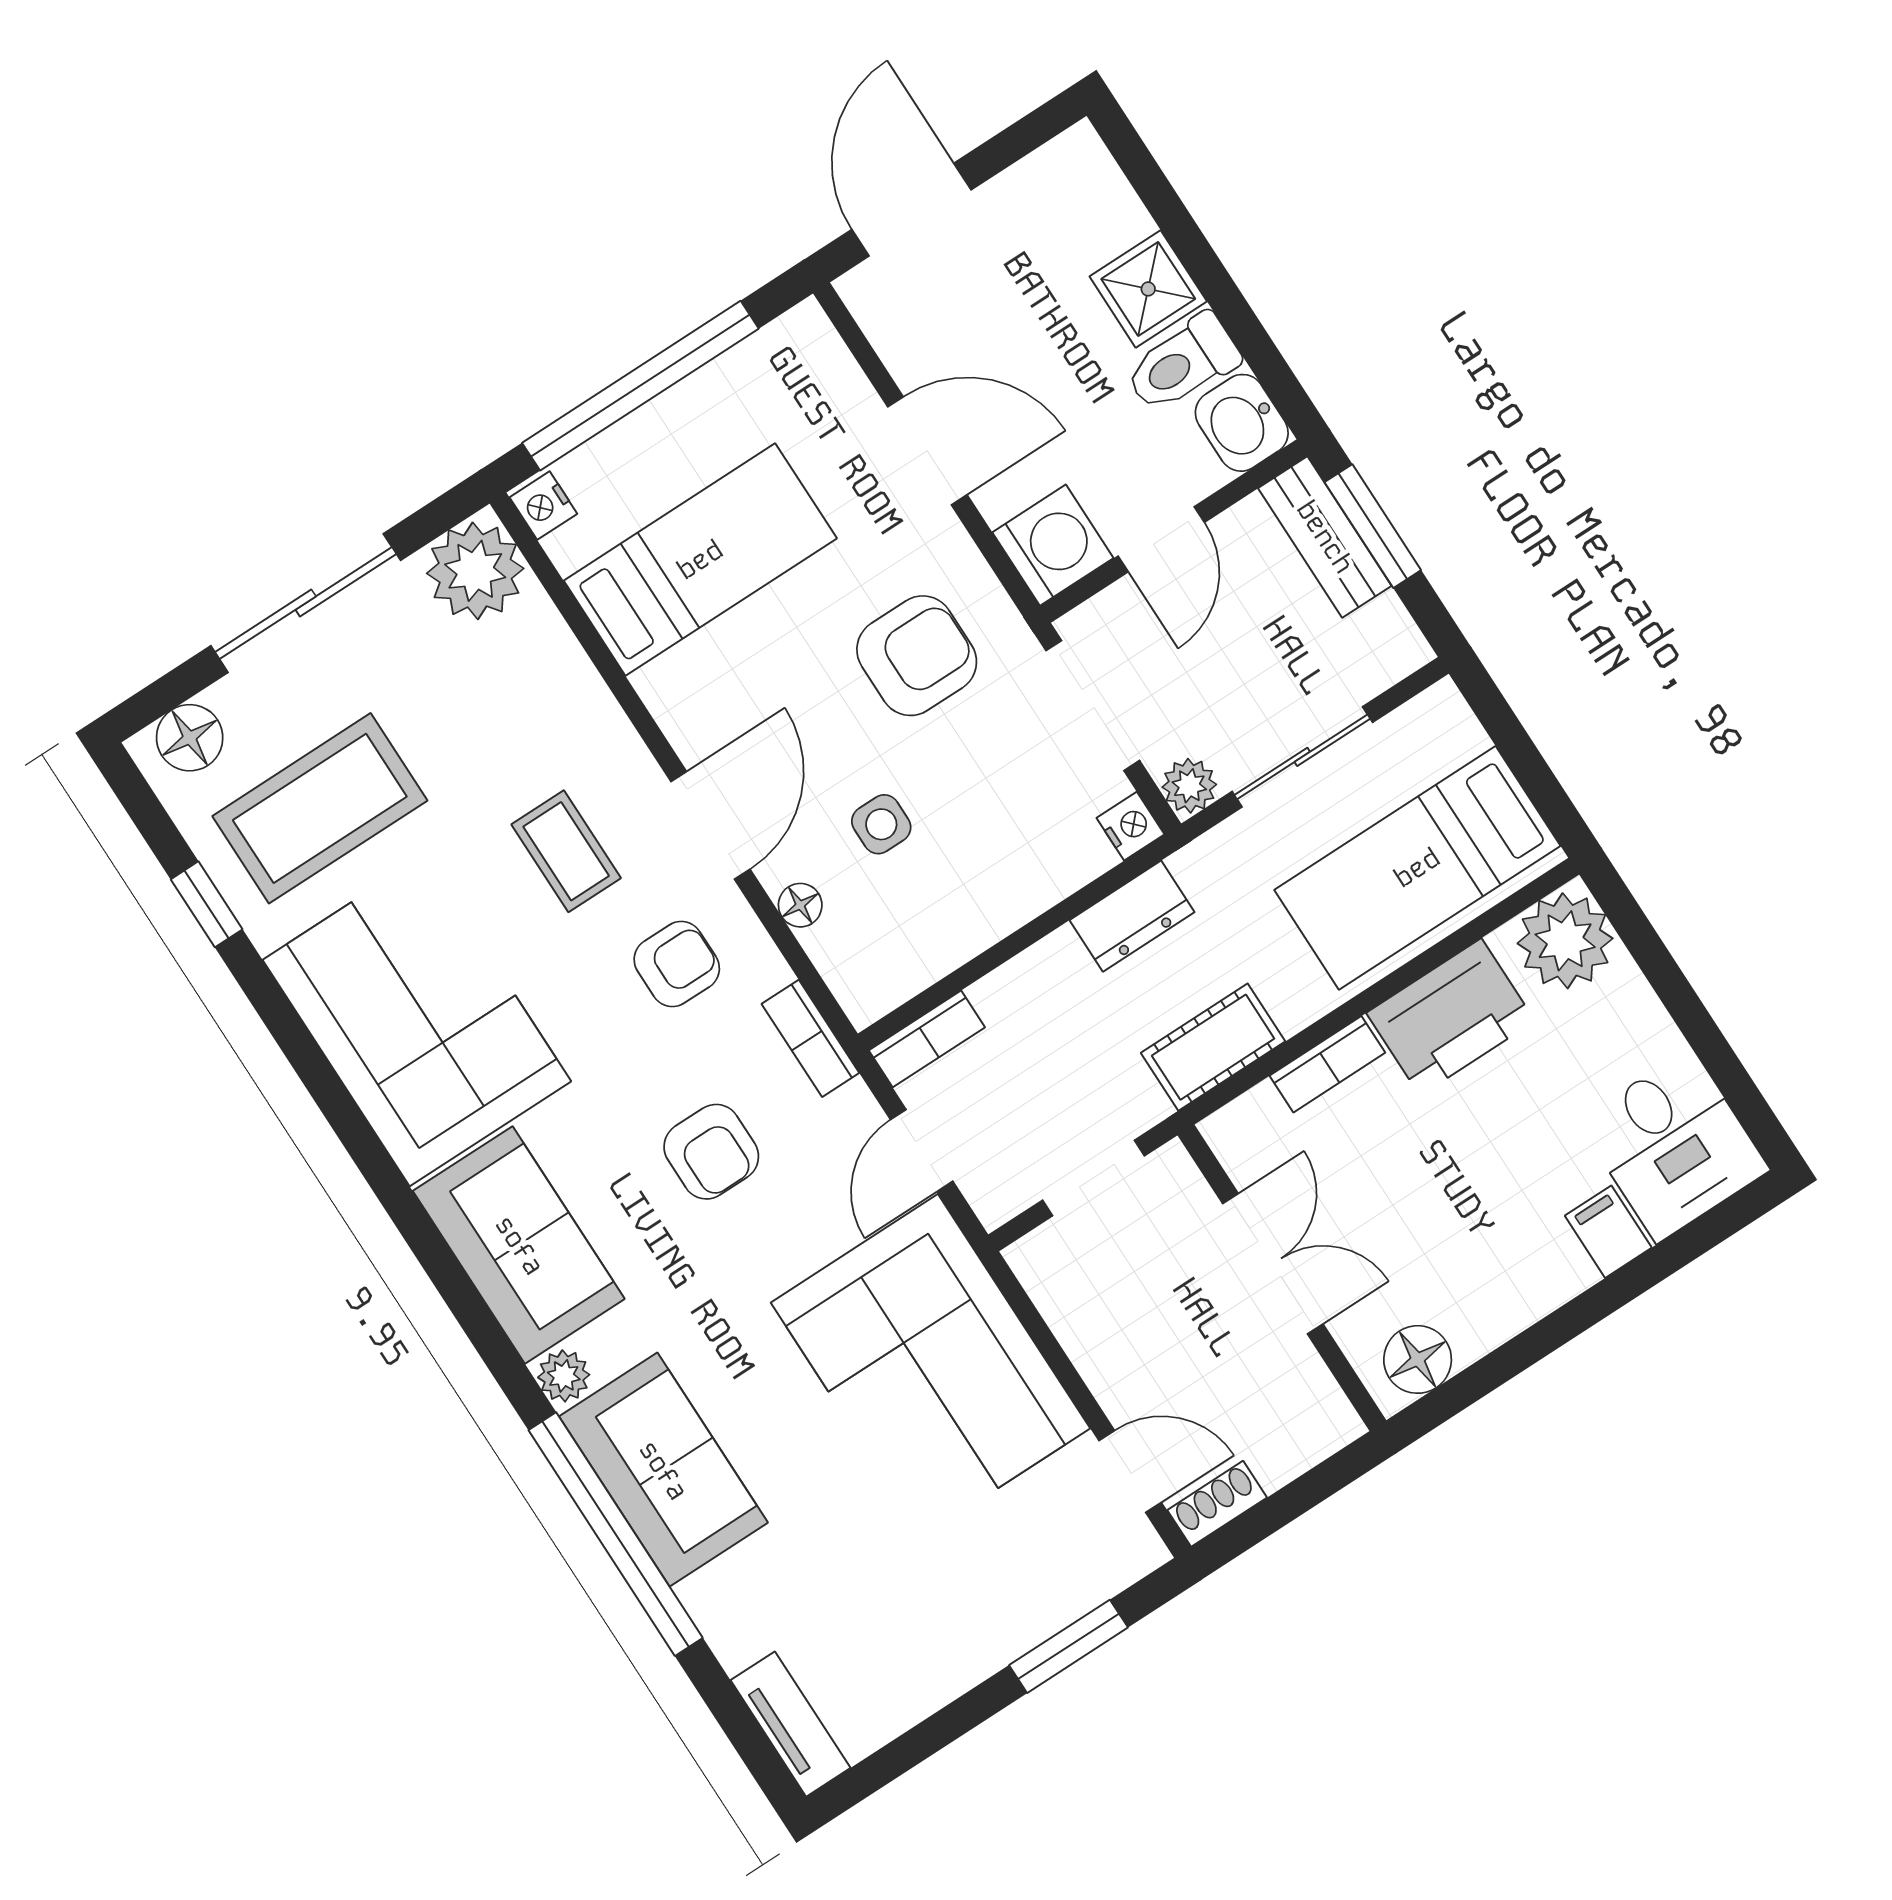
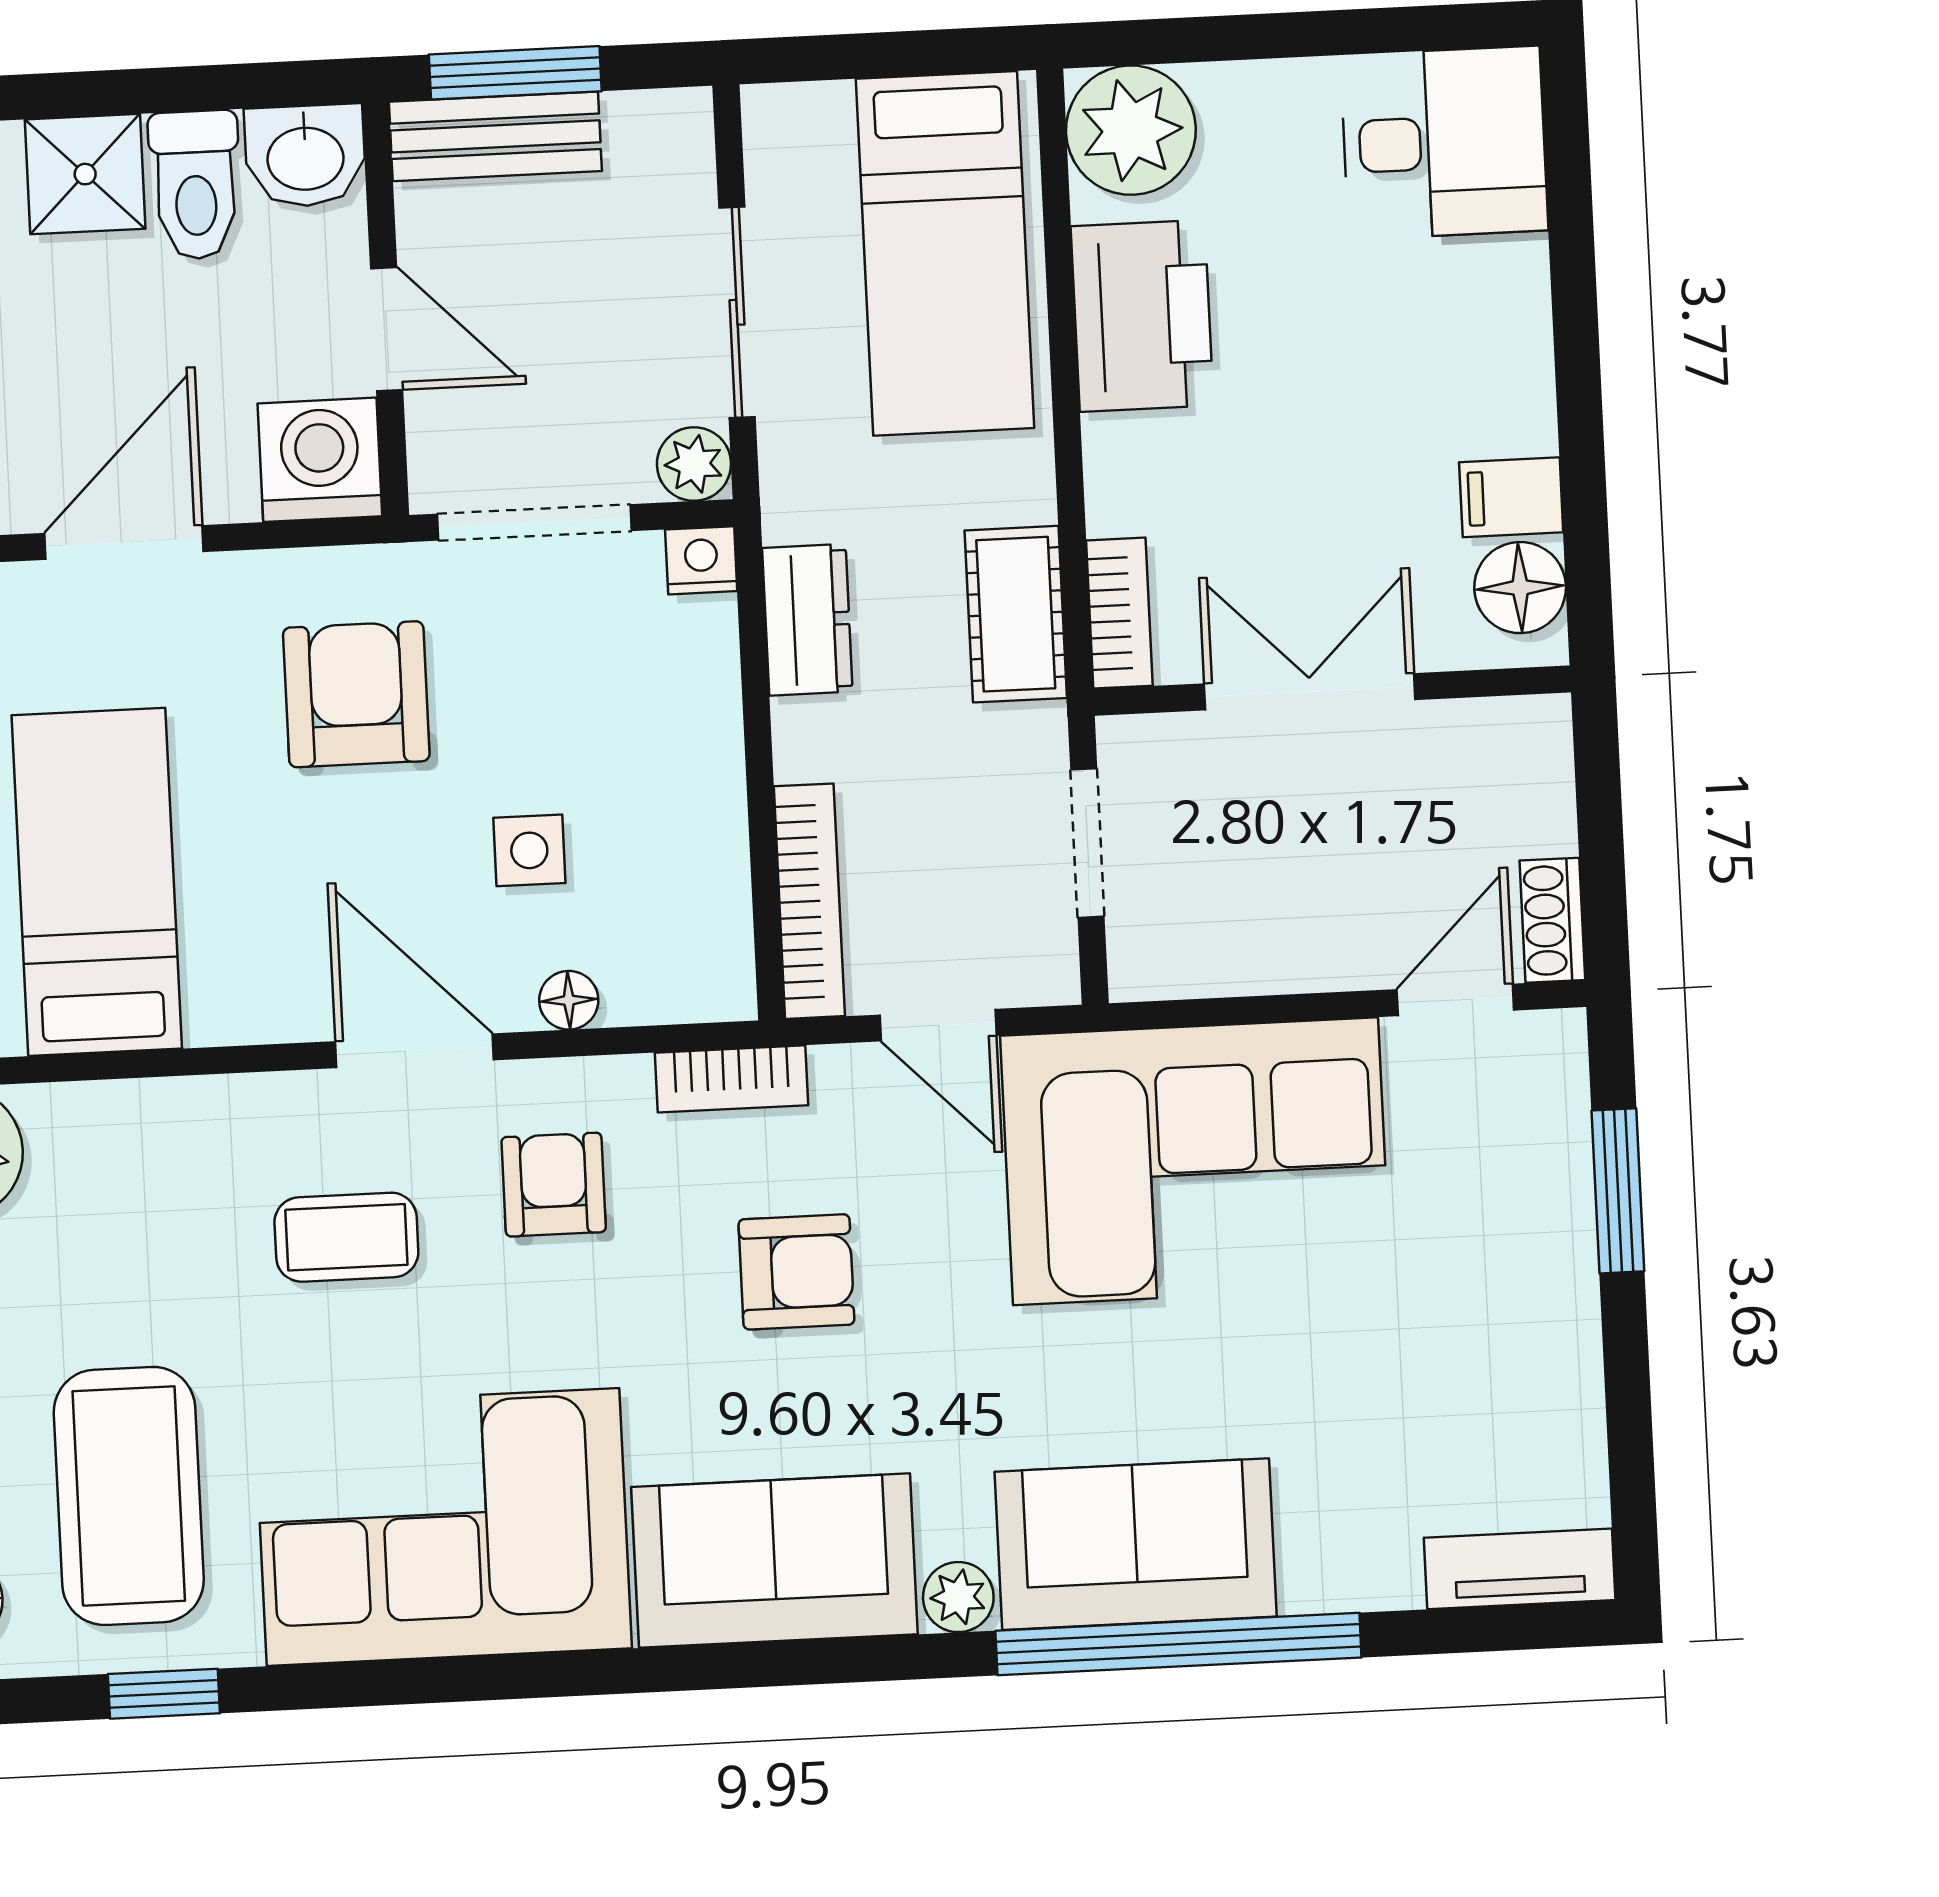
bookcase: (927, 1039) -> (809, 901), width x1.56
bookcase: (1327, 1064) -> (1119, 613), moved
filing cabinet: (1608, 1232) -> (1511, 497), moved

